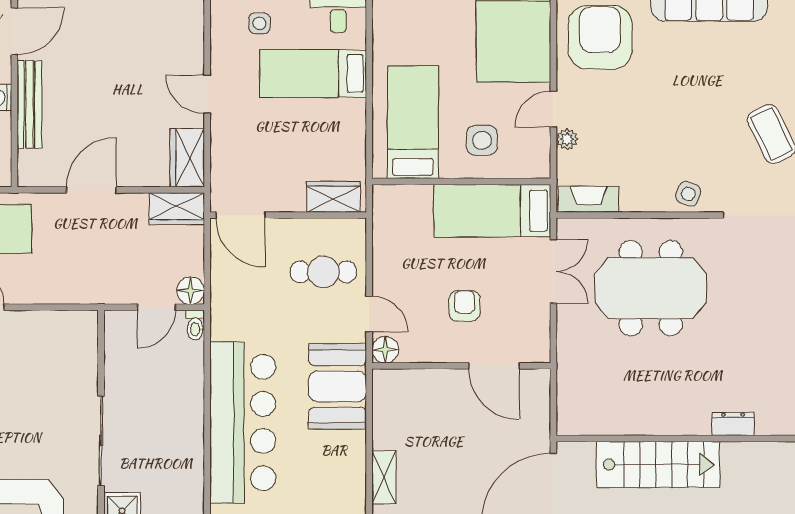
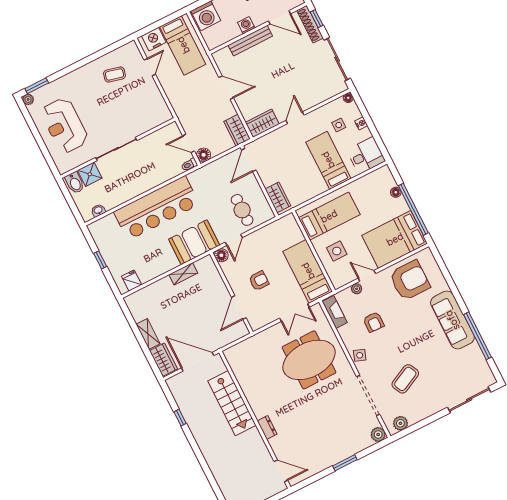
armchair: (642, 139) -> (374, 322), added
meeting table: (651, 288) -> (309, 360), turned 90
shelving: (384, 477) -> (183, 274), moved

